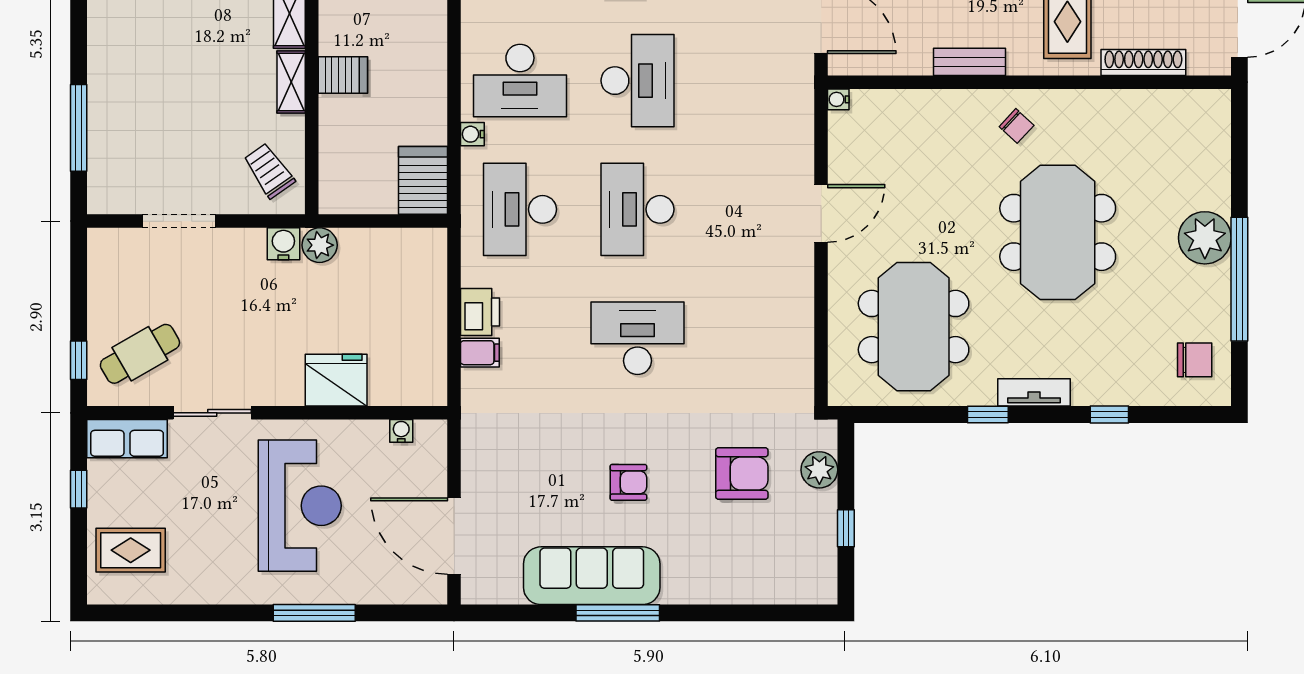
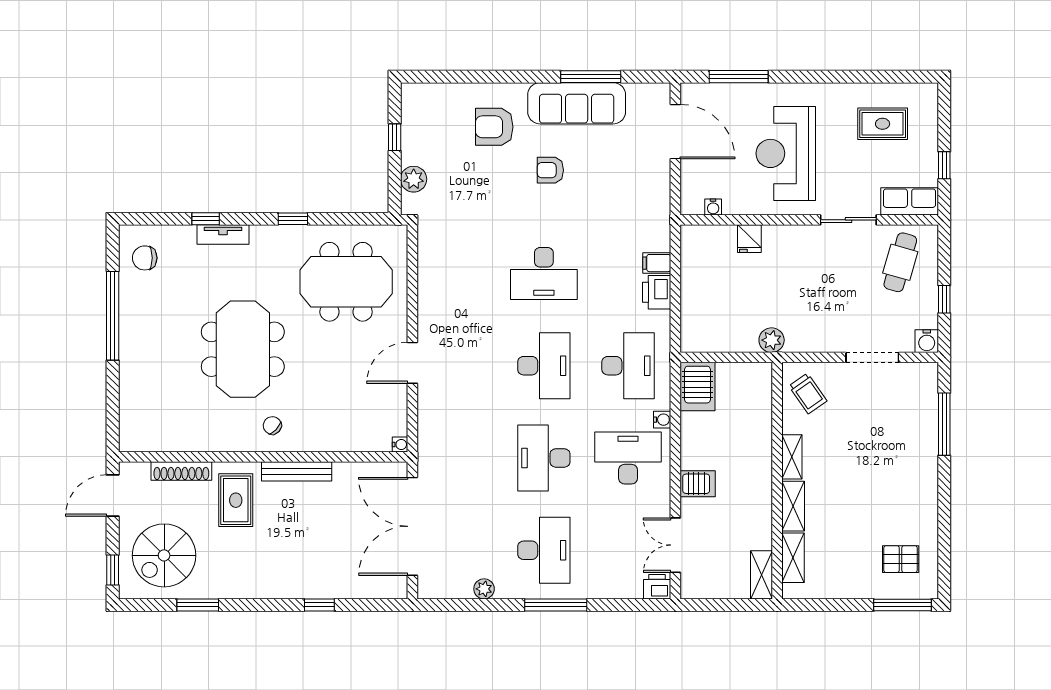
bench: (970, 62) -> (297, 471), width x1.36
server rack: (343, 75) -> (698, 484), moved, turned 180
plant: (1205, 238) -> (137, 345), removed
water cooler: (283, 244) -> (927, 341), moved
meeting table: (914, 327) -> (346, 282), turned 90
cafe table: (140, 354) -> (900, 262), turned -44
window: (79, 360) -> (944, 299), moved
fridge: (336, 380) -> (749, 239), width x0.53, depth x0.75
tv unit: (1034, 392) -> (223, 235), moved
armchair: (742, 474) -> (494, 127), moved
rug: (131, 550) -> (883, 124), moved
window: (314, 613) -> (739, 77), moved
window: (618, 613) -> (591, 77), moved

